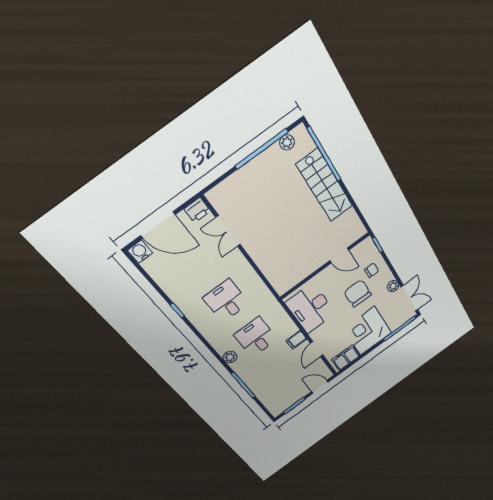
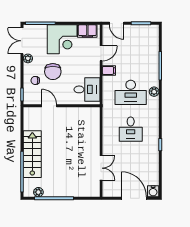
printer: (197, 210) -> (109, 191), removed
desk: (311, 308) -> (87, 89), width x0.73
desk: (256, 337) -> (131, 92), width x1.37

